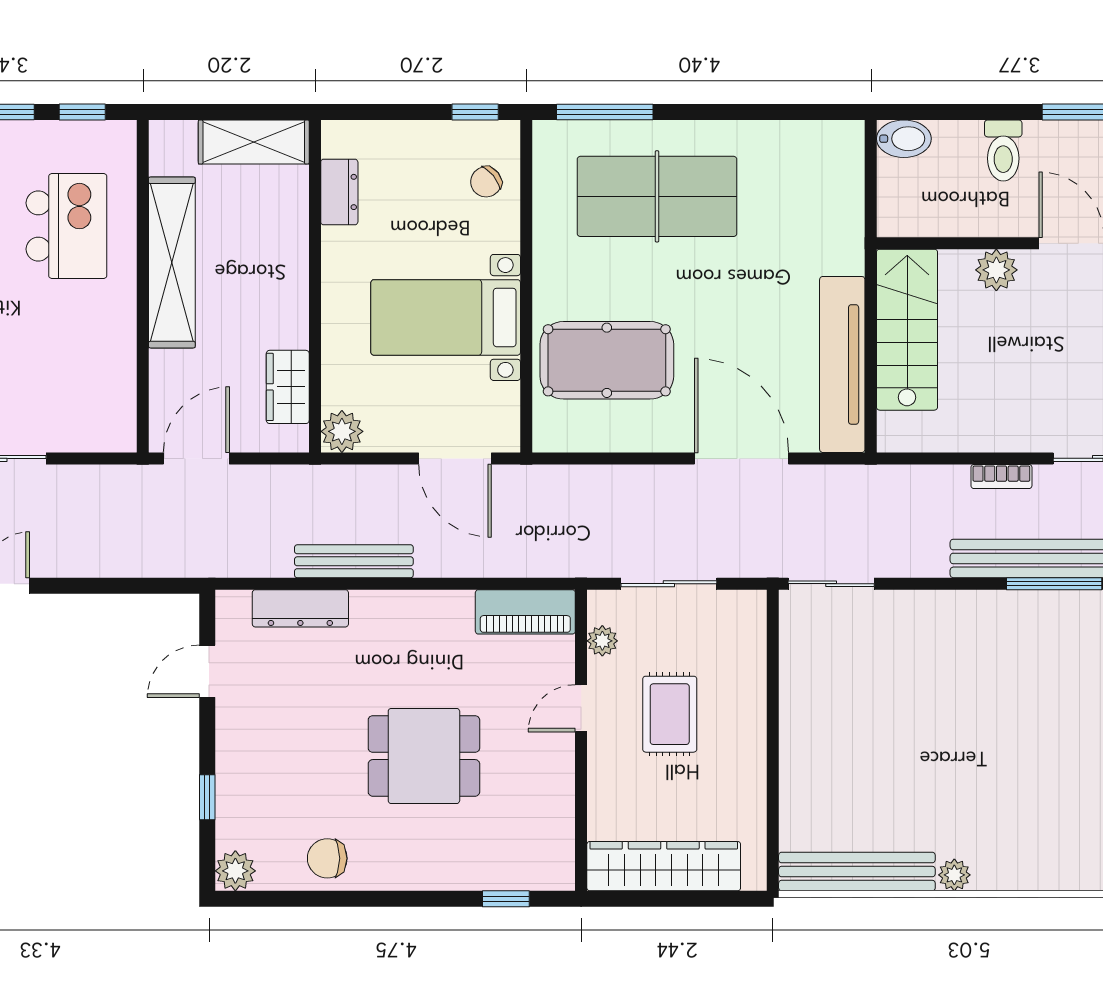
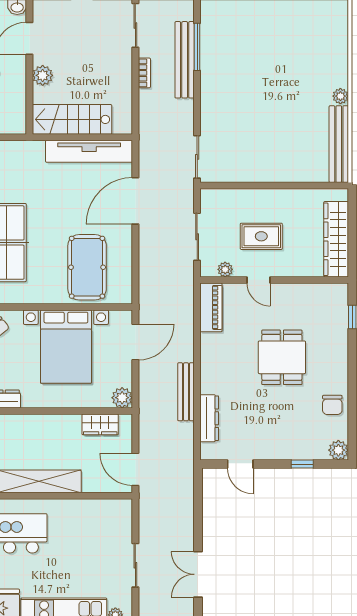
bed with nightstands: (446, 317) -> (66, 347), width x1.36

